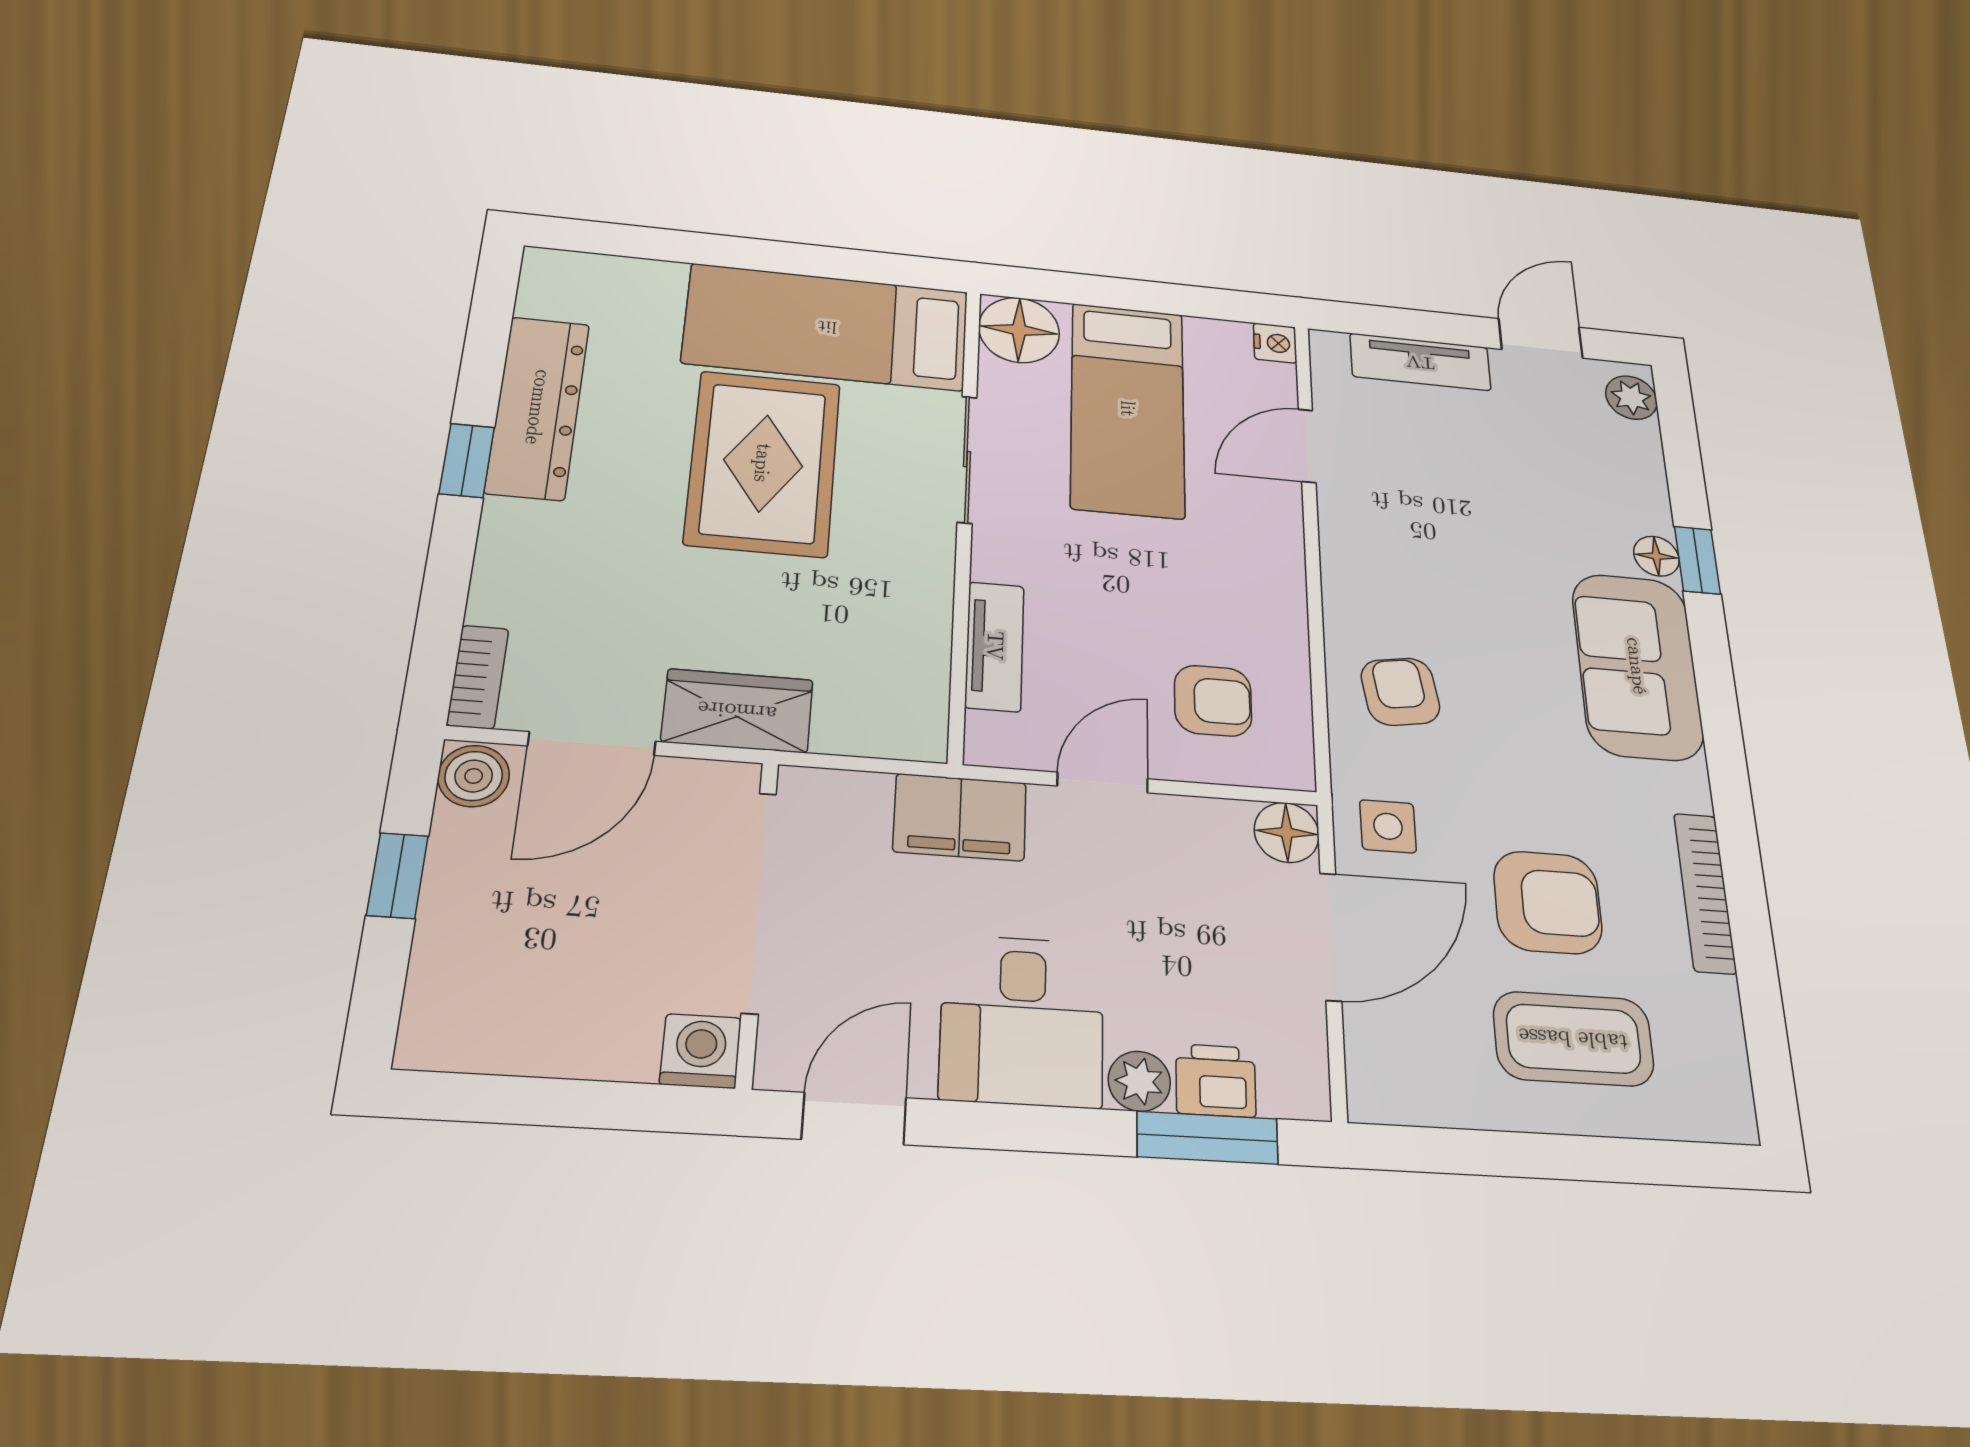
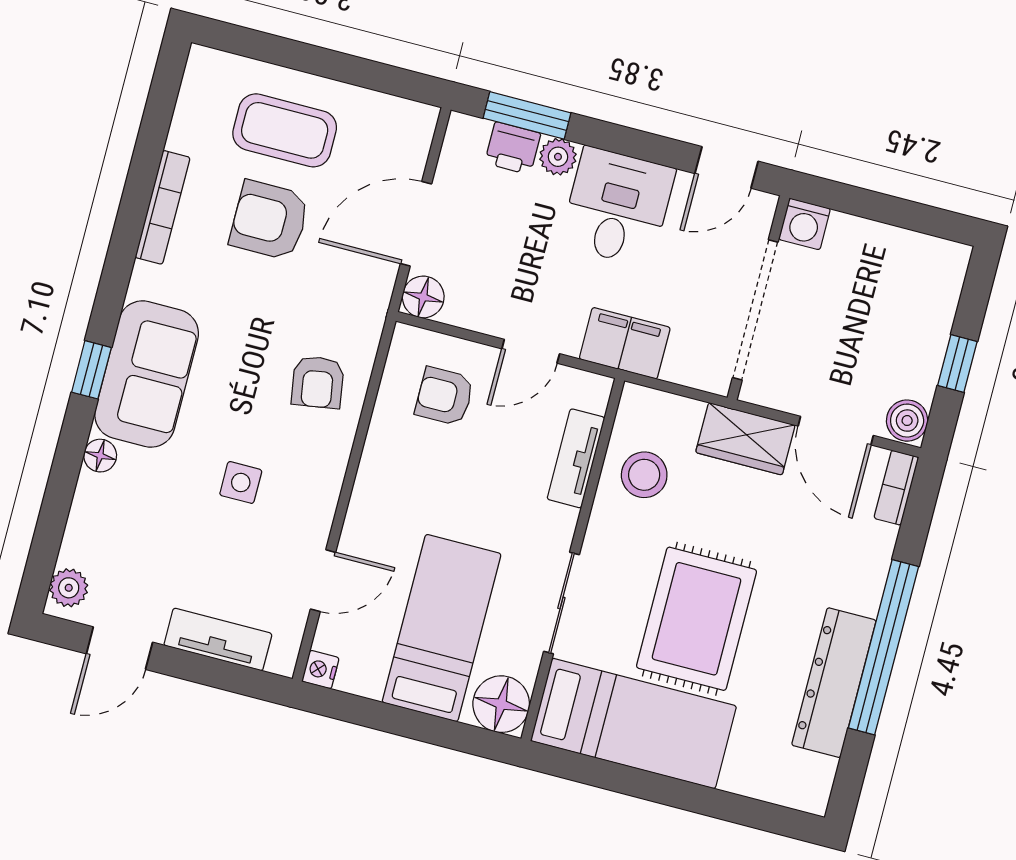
window: (467, 460) -> (883, 647), width x3.17
window: (1697, 560) -> (91, 370), moved
stool: (885, 639) -> (644, 475), added
door: (592, 744) -> (836, 431), swing flipped
side table: (1388, 826) -> (241, 482), moved

